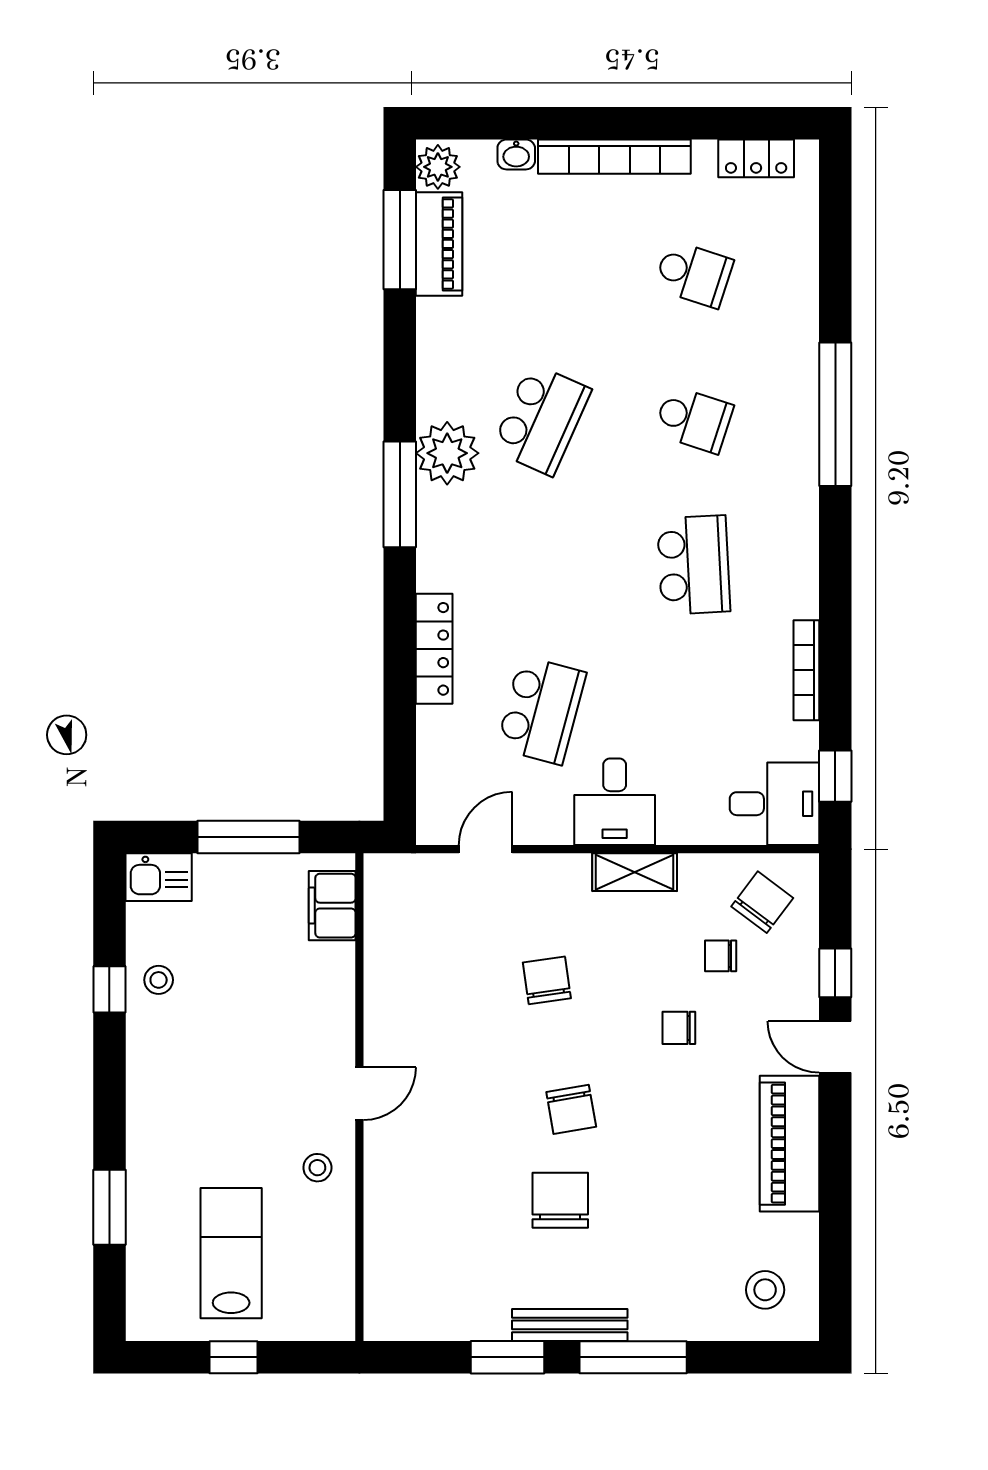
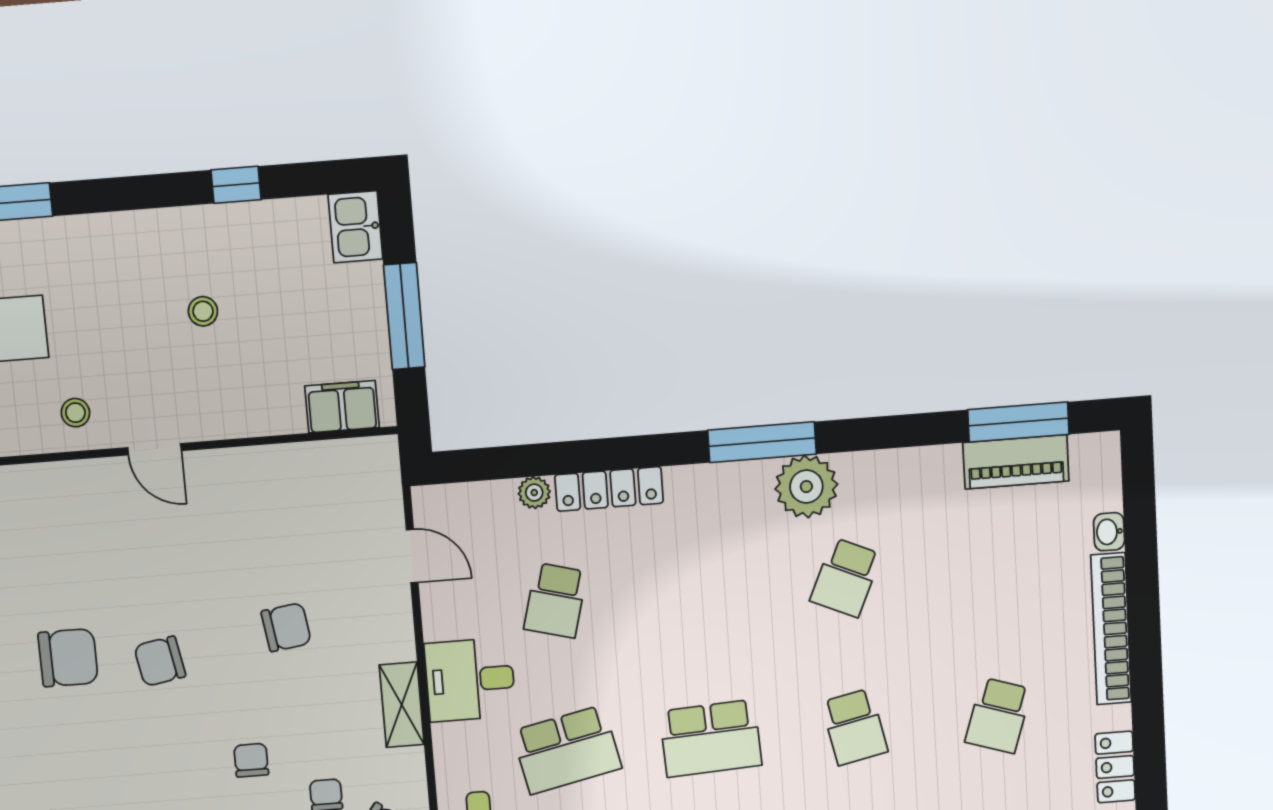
plant: (438, 167) -> (534, 493), moved, width x0.73, depth x0.73
school desk: (541, 420) -> (846, 578), width x0.54
school desk: (694, 420) -> (854, 727), turned -30
school desk: (541, 710) -> (555, 600), width x0.54
school desk: (694, 710) -> (567, 750), added
stool: (159, 980) -> (203, 311), moved

